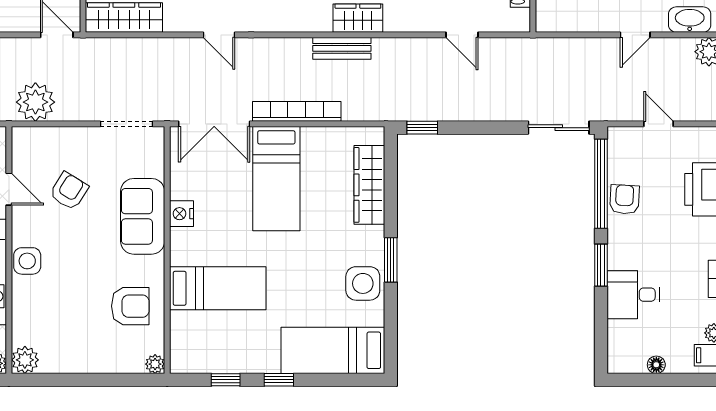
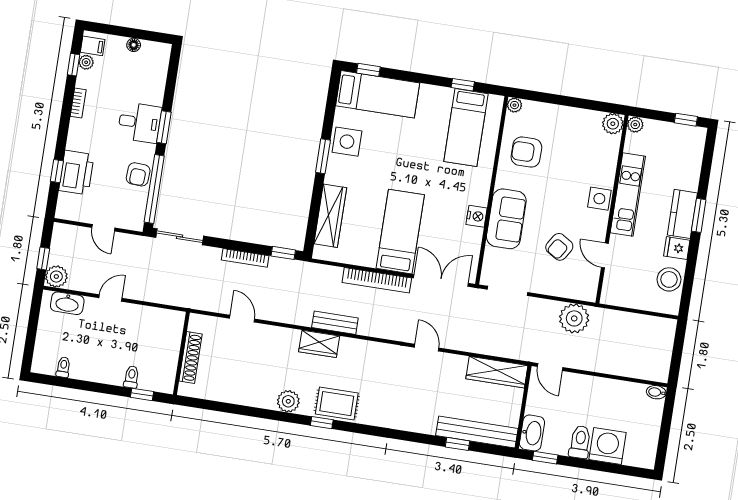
bookcase: (470, 114) -> (245, 258), added
bed: (218, 288) -> (466, 128), moved, turned -90
desk: (633, 295) -> (139, 123), moved
window: (279, 380) -> (368, 70), moved

